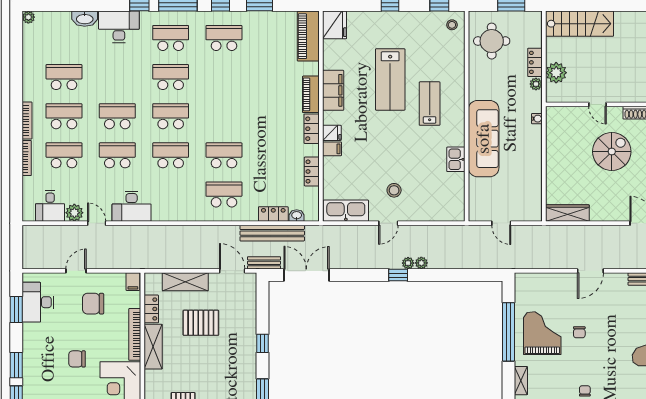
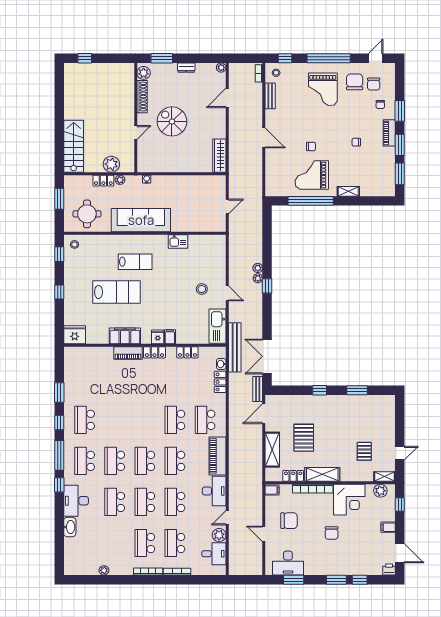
plant: (28, 17) -> (104, 570), moved
piano: (308, 36) -> (218, 456), moved, turned 90
school desk: (64, 77) -> (115, 502), moved
lab bench: (430, 104) -> (135, 262), turned 180
sofa: (484, 139) -> (141, 220), moved
bench: (272, 233) -> (235, 347), moved
chair: (93, 304) -> (289, 521), turned -90

